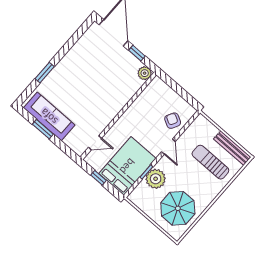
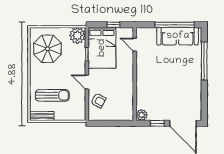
window: (45, 73) -> (204, 61), width x2.11
window: (43, 129) -> (175, 25), width x2.11
door: (95, 143) -> (135, 45), hinge flipped
bench: (232, 148) -> (42, 116), width x0.73
plant: (156, 179) -> (77, 36), moved

